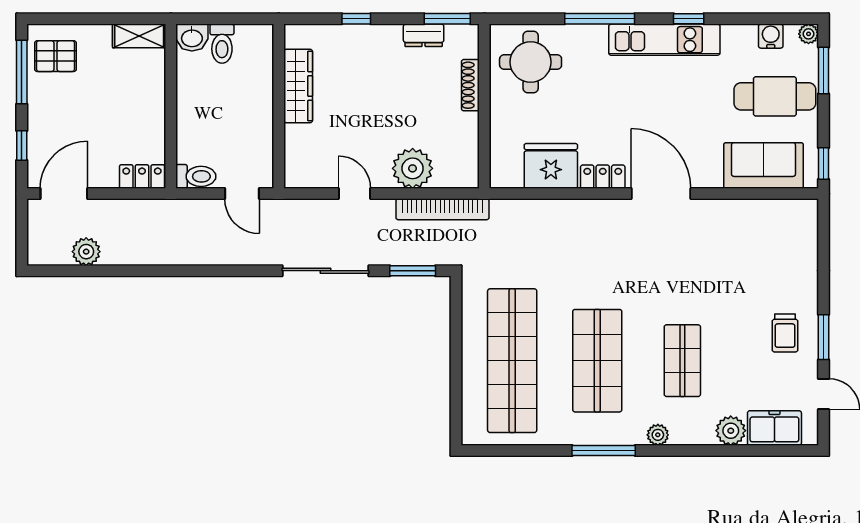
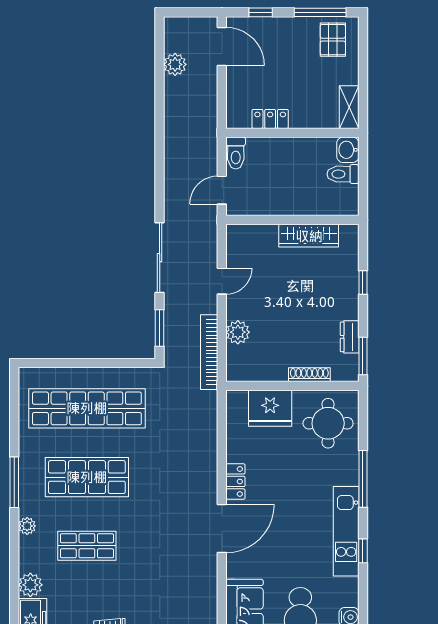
fridge: (551, 166) -> (270, 408), moved, turned 90
plant: (413, 168) -> (238, 332), width x0.73, depth x0.73
locker: (142, 177) -> (270, 119), moved, turned -90

